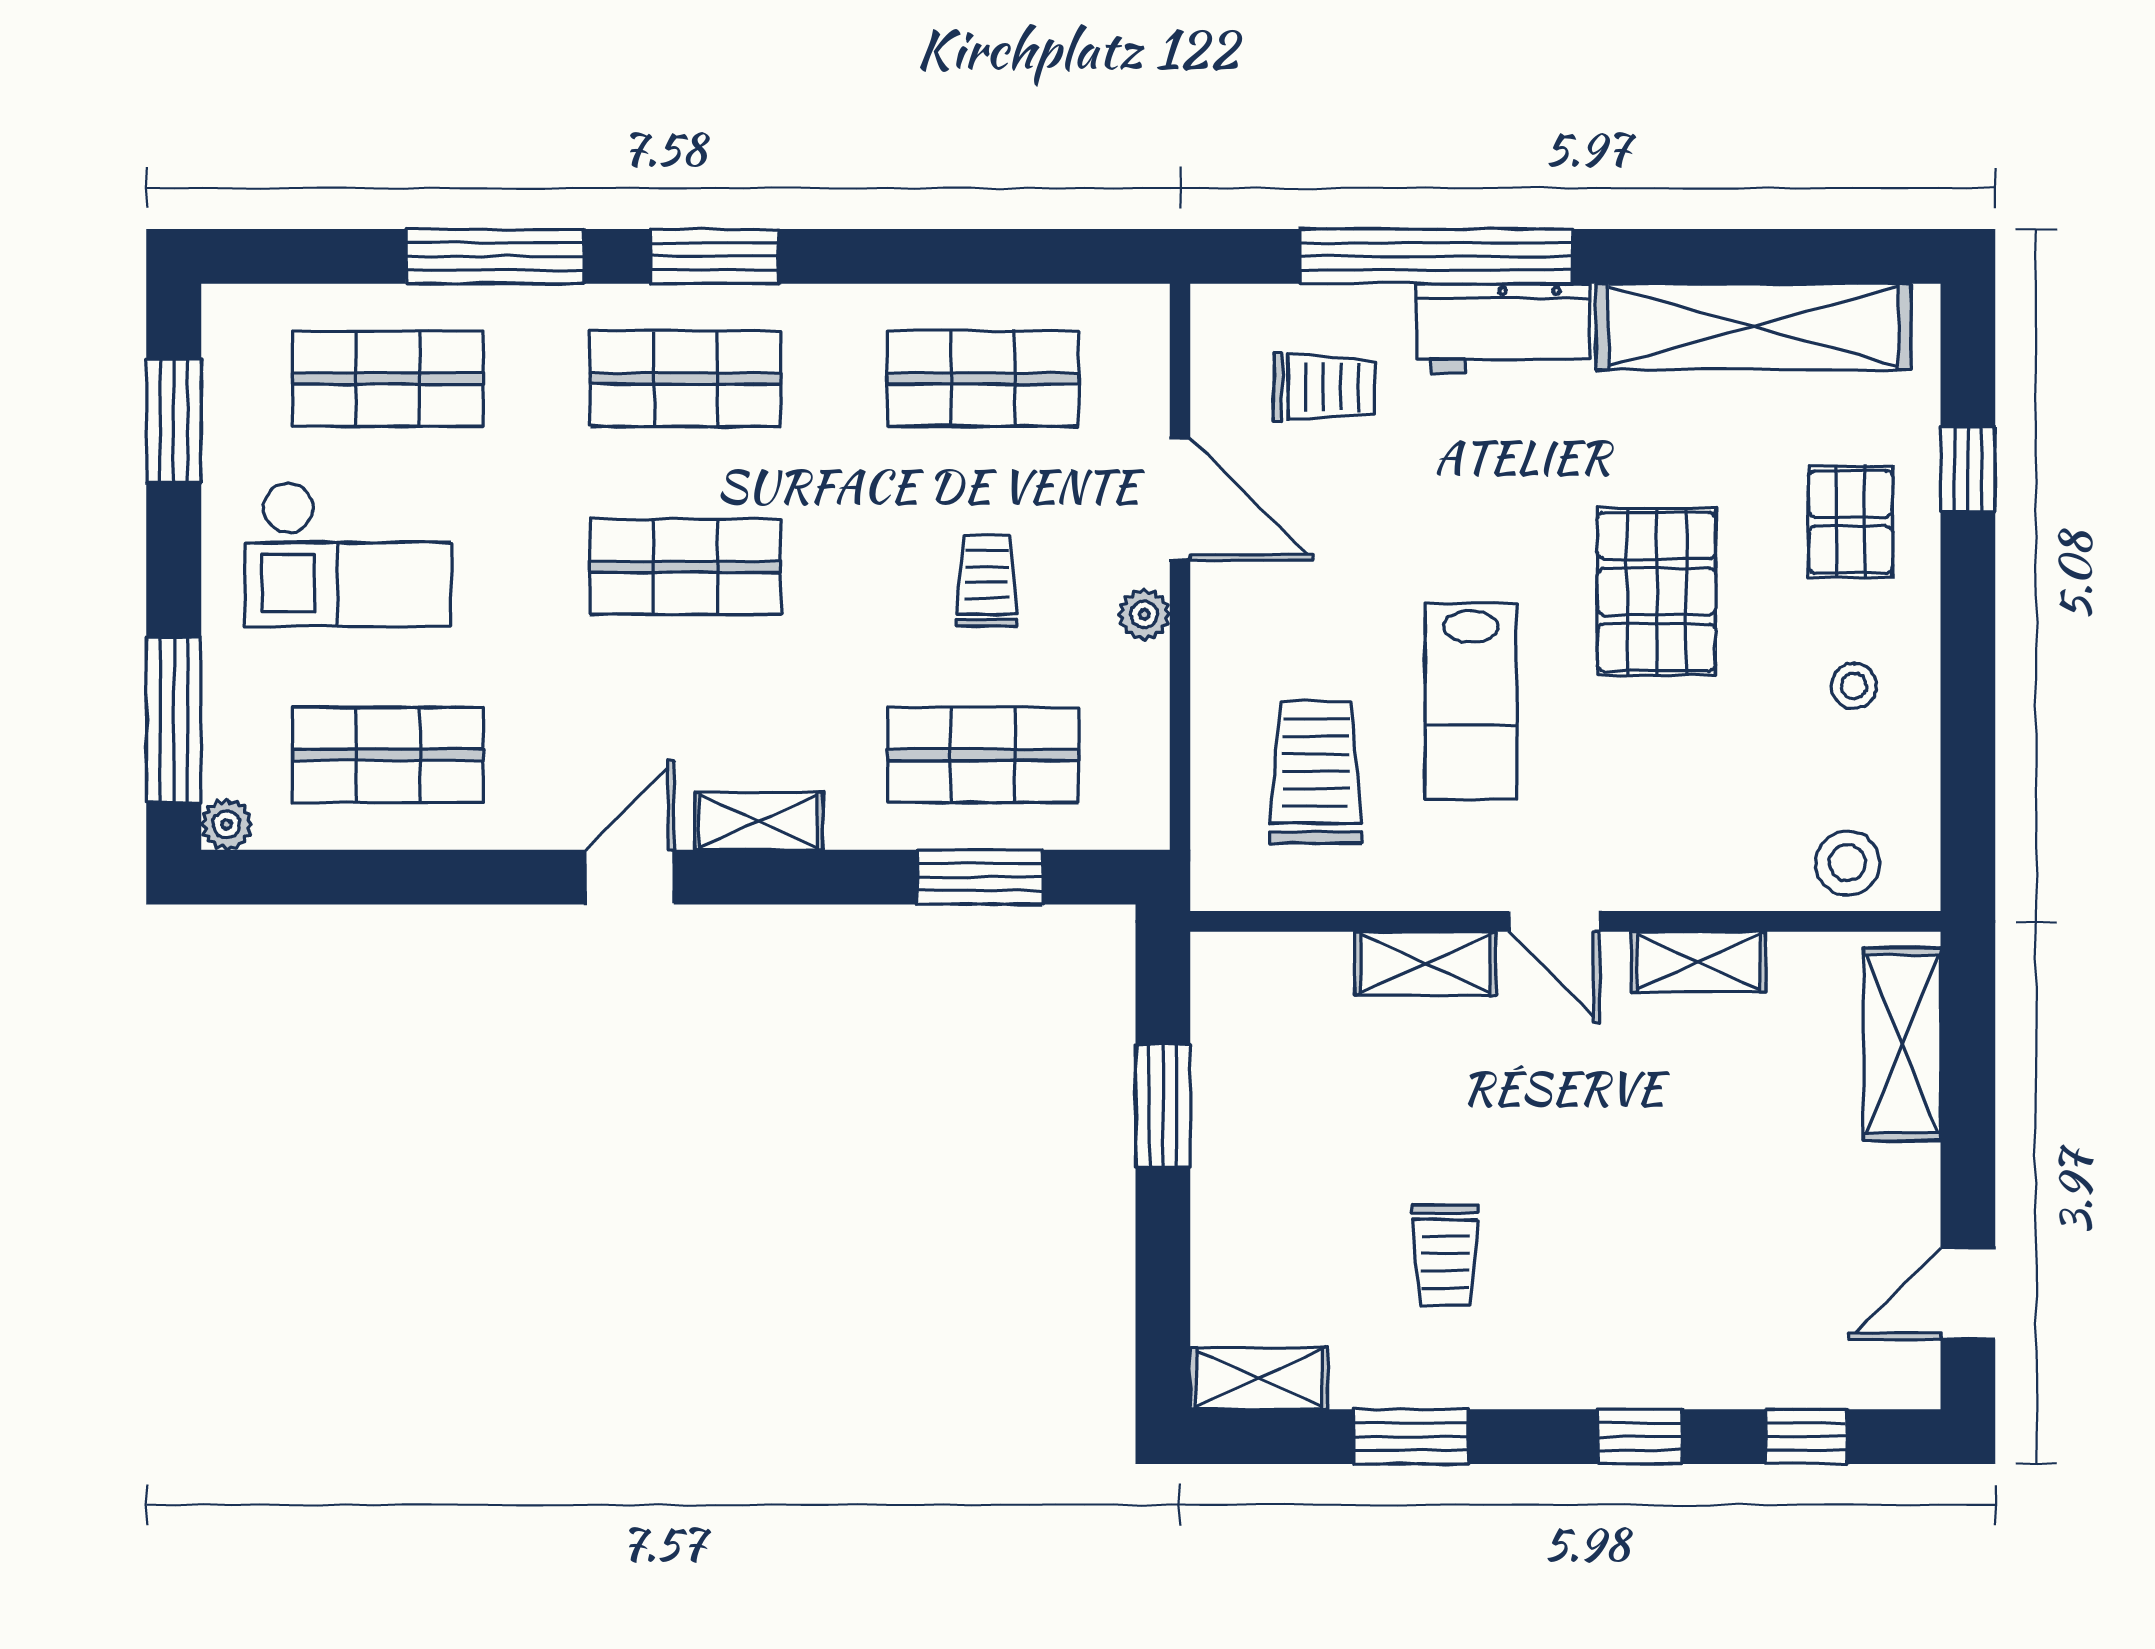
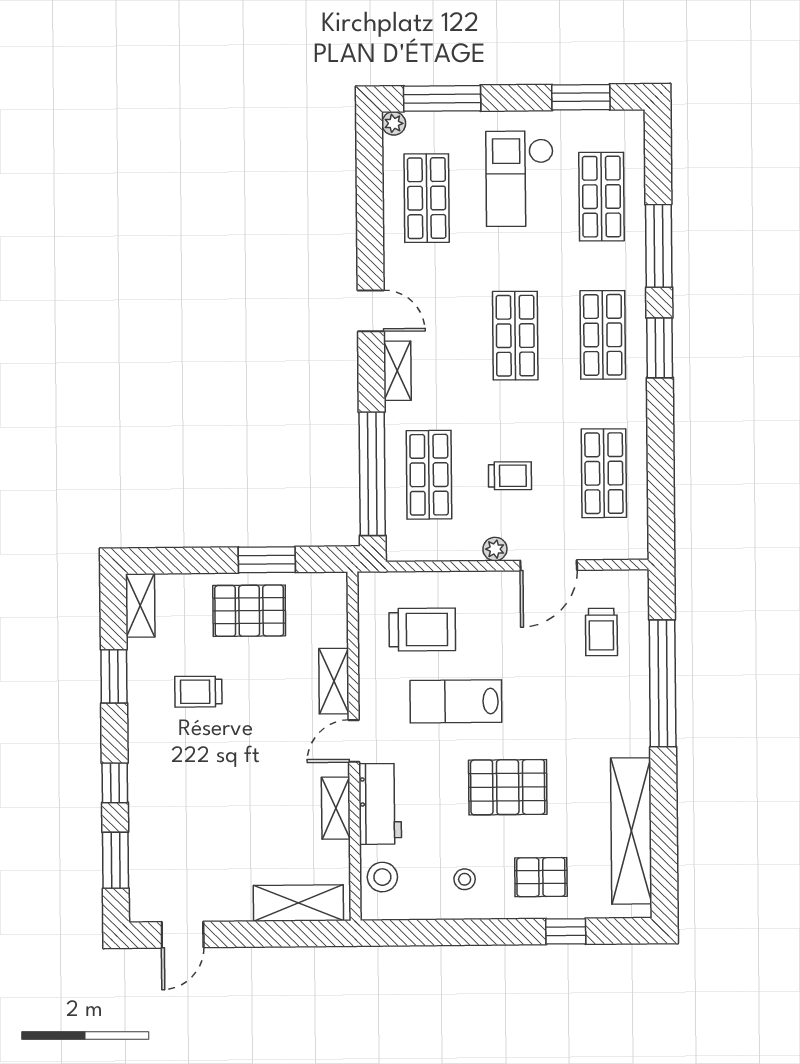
workbench: (1503, 329) -> (380, 804), moved, turned 180
window: (980, 877) -> (372, 474), width x2.11
pallet: (1272, 1144) -> (249, 611), added
door: (1968, 1294) -> (183, 935), swing flipped
window: (1807, 1437) -> (116, 860), width x1.50

